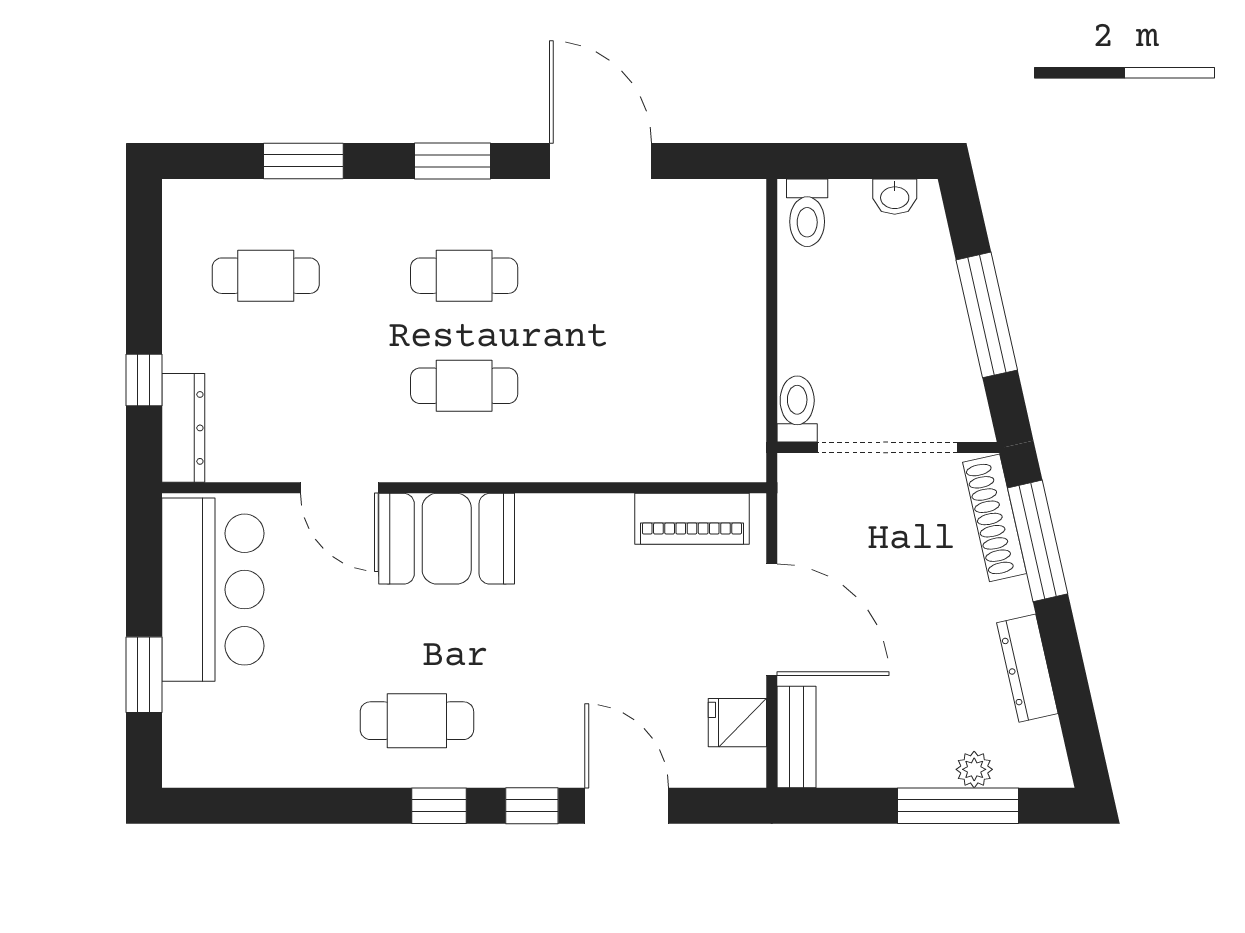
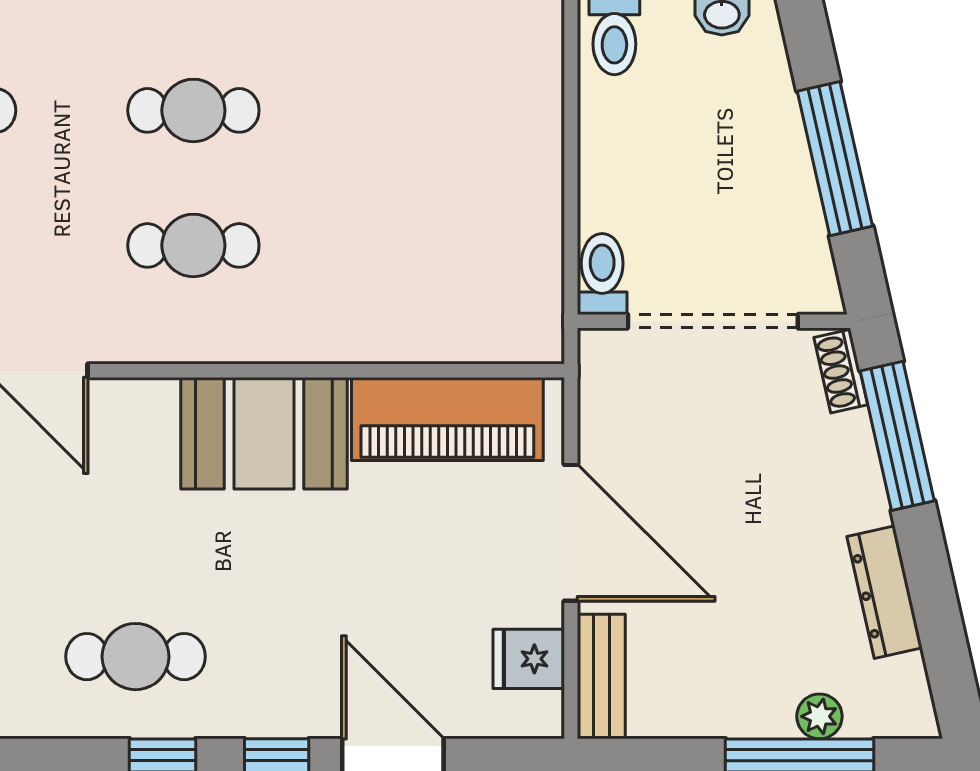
shoe rack: (995, 518) -> (841, 371), width x0.51, depth x0.81
piano: (692, 519) -> (447, 419), width x1.37, depth x1.33
booth: (447, 539) -> (264, 433), moved

